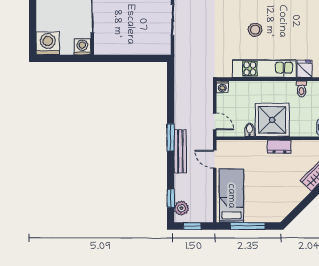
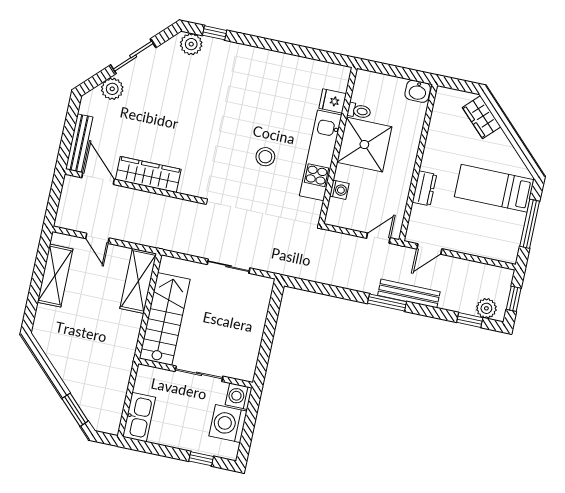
window: (33, 30) -> (201, 459), added
washing machine: (48, 43) -> (228, 424), moved
washing machine: (222, 87) -> (339, 190), moved
shower: (272, 120) -> (364, 144), moved
bidet: (249, 130) -> (399, 193), removed
dresser: (279, 147) -> (424, 188), moved
bed: (231, 196) -> (494, 188), moved

